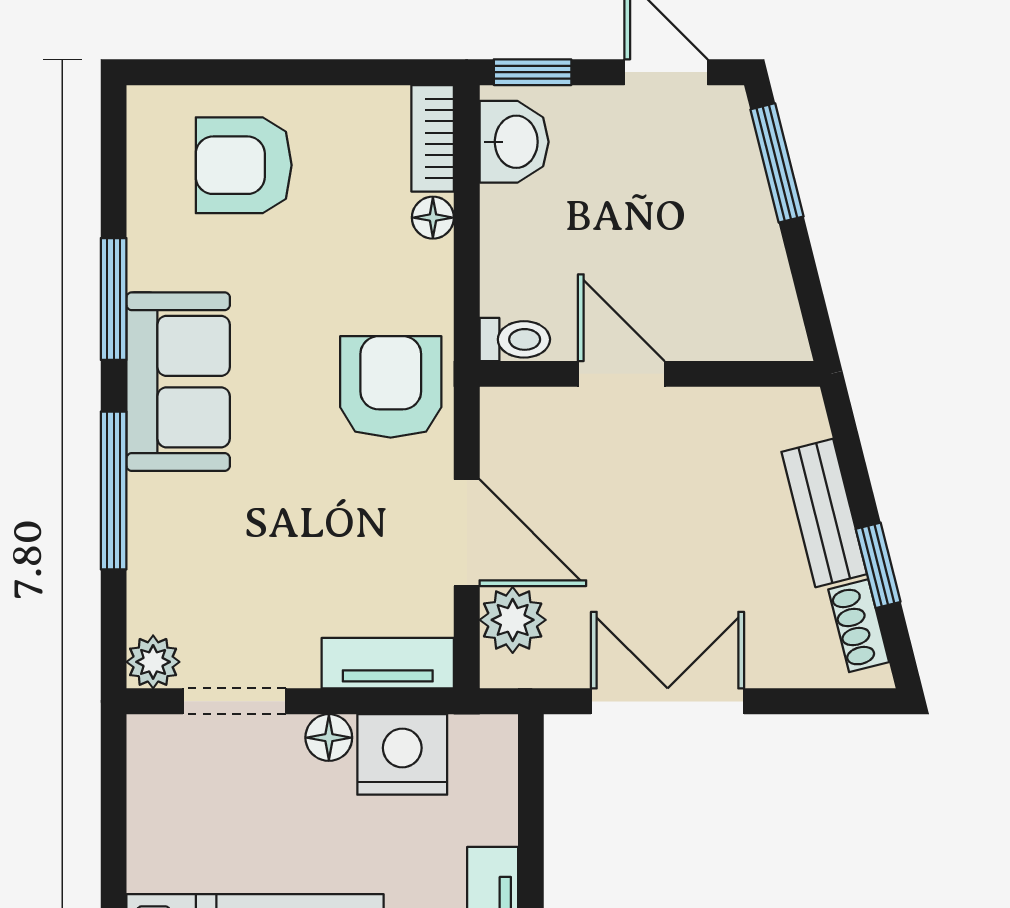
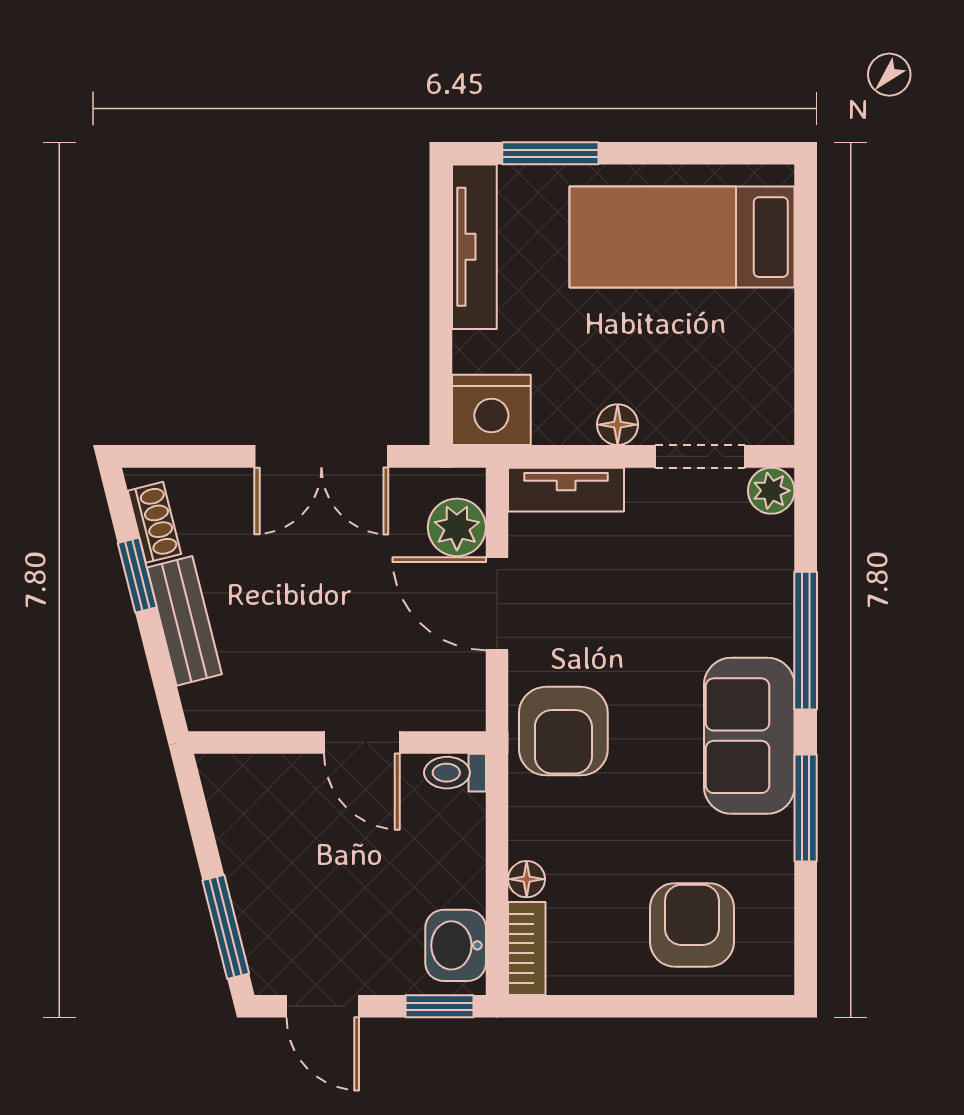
armchair: (244, 165) -> (692, 925), turned -90
nightstand: (402, 754) -> (491, 410), moved

